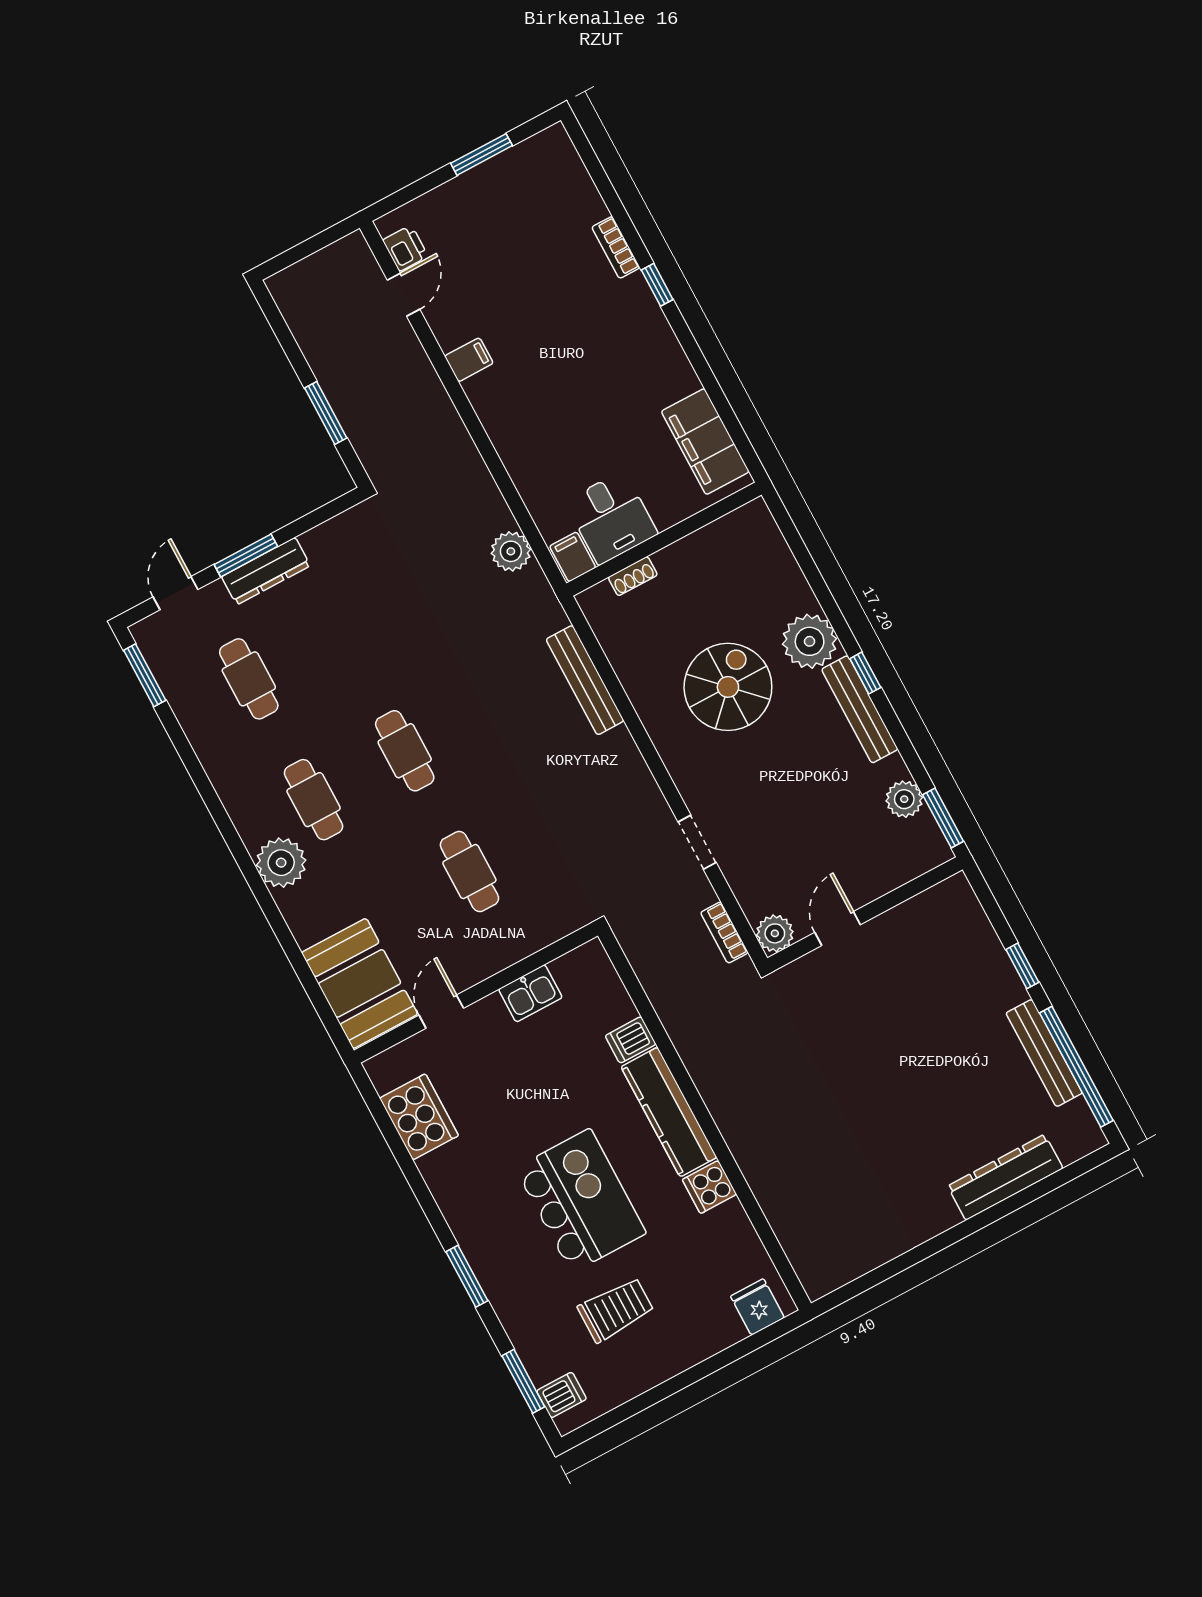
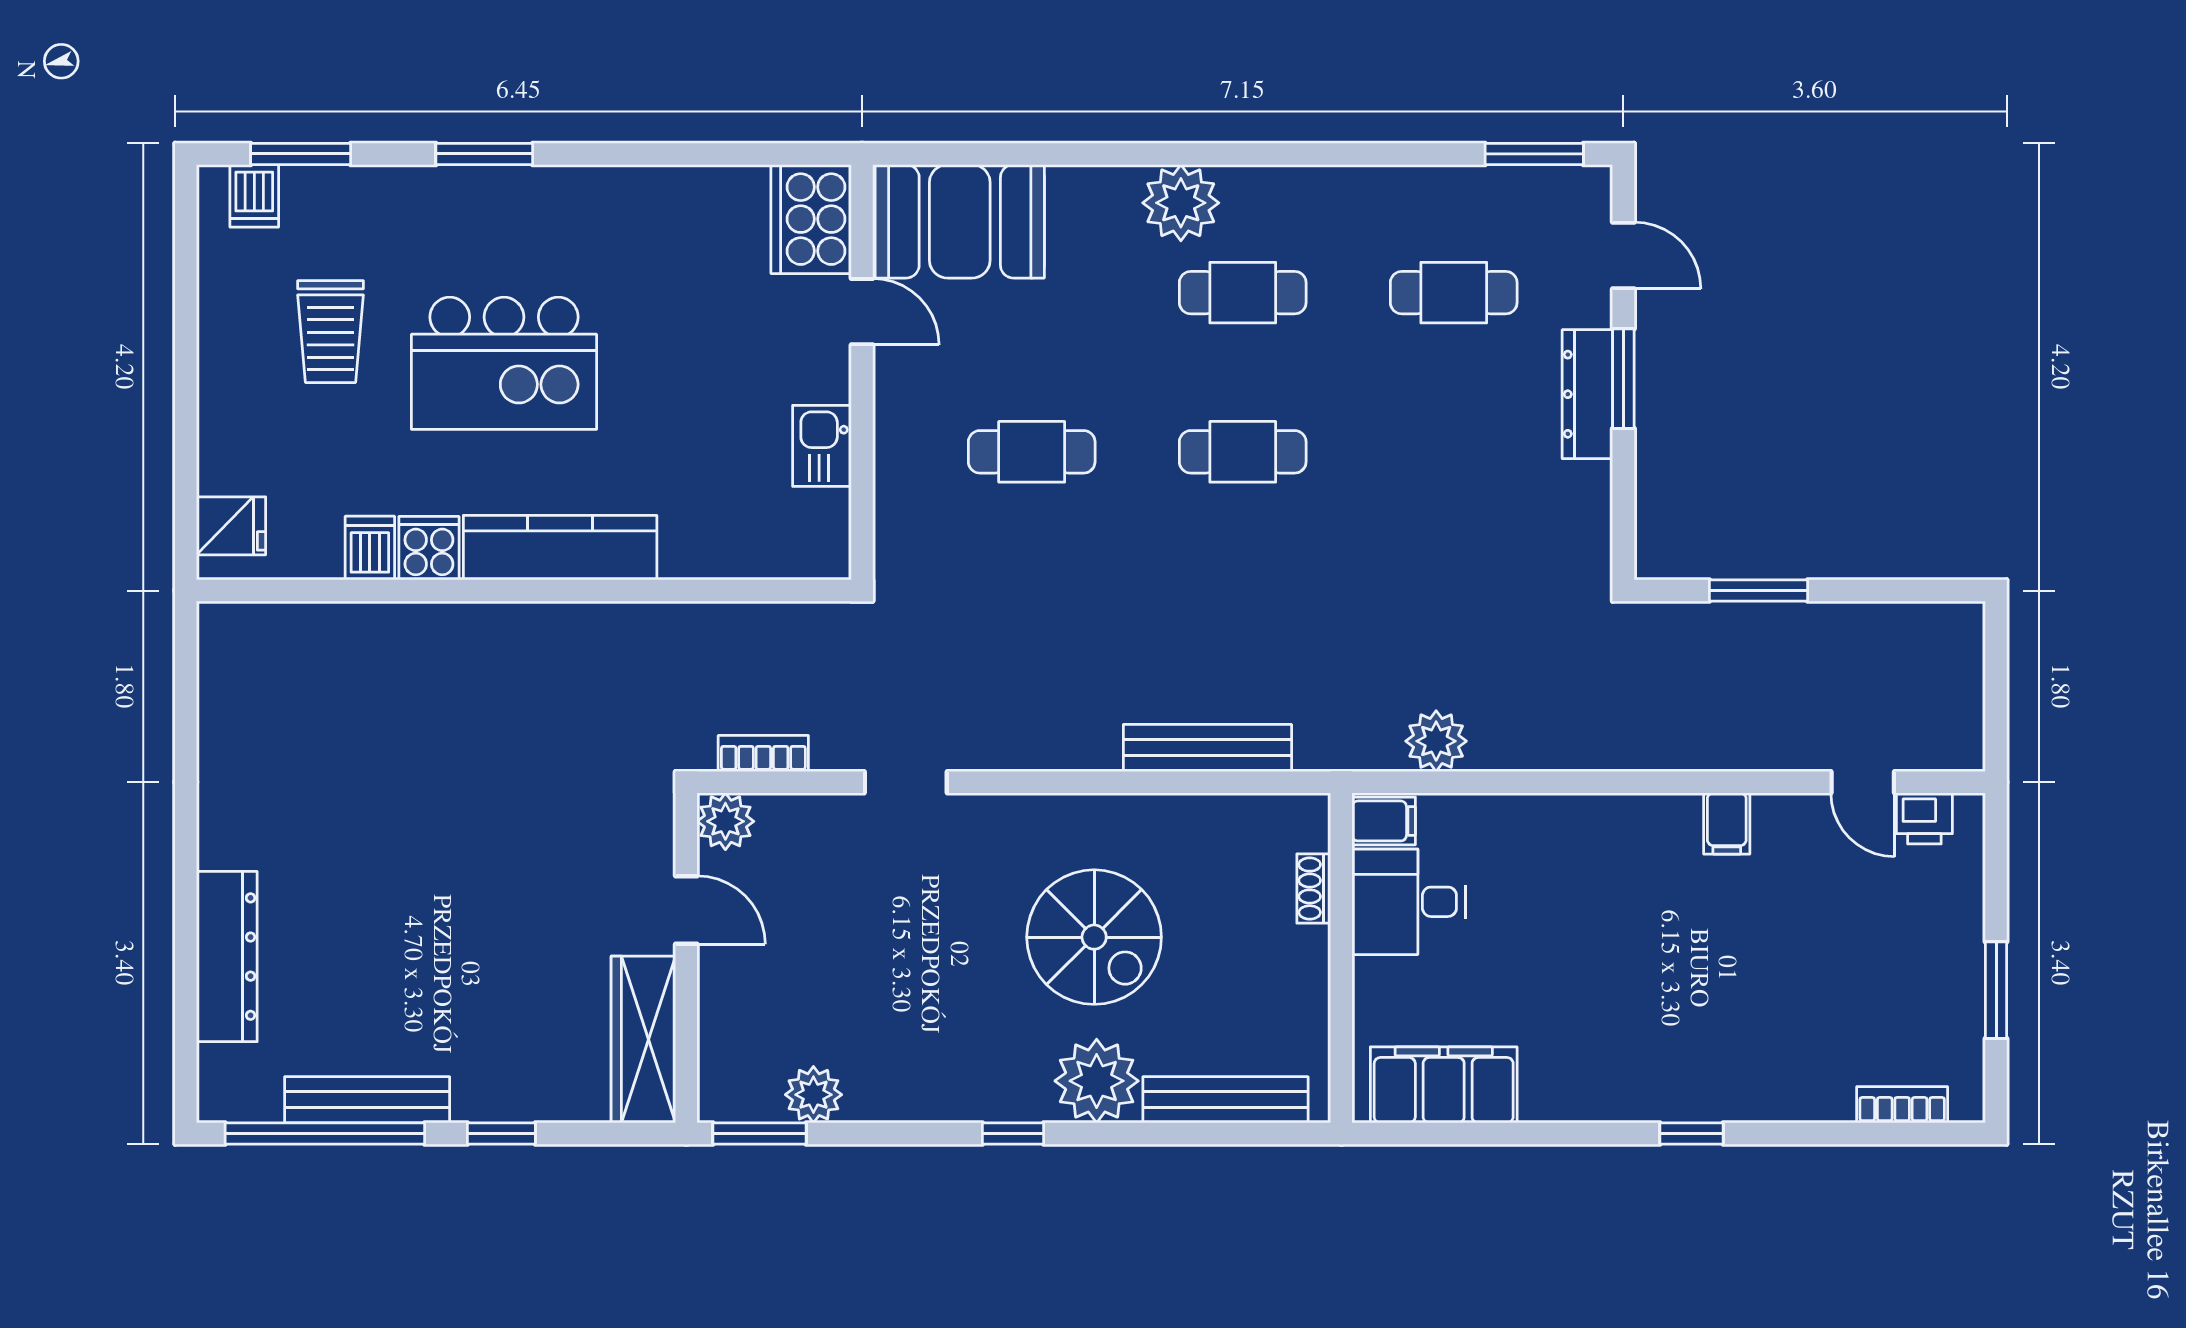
bookcase: (616, 247) -> (1902, 1105), moved
bench: (860, 709) -> (1225, 1100), moved
wardrobe: (925, 913) -> (643, 1040), added
dishwasher: (631, 1040) -> (370, 548), moved
cooker: (419, 1117) -> (811, 219), moved, turned 90

